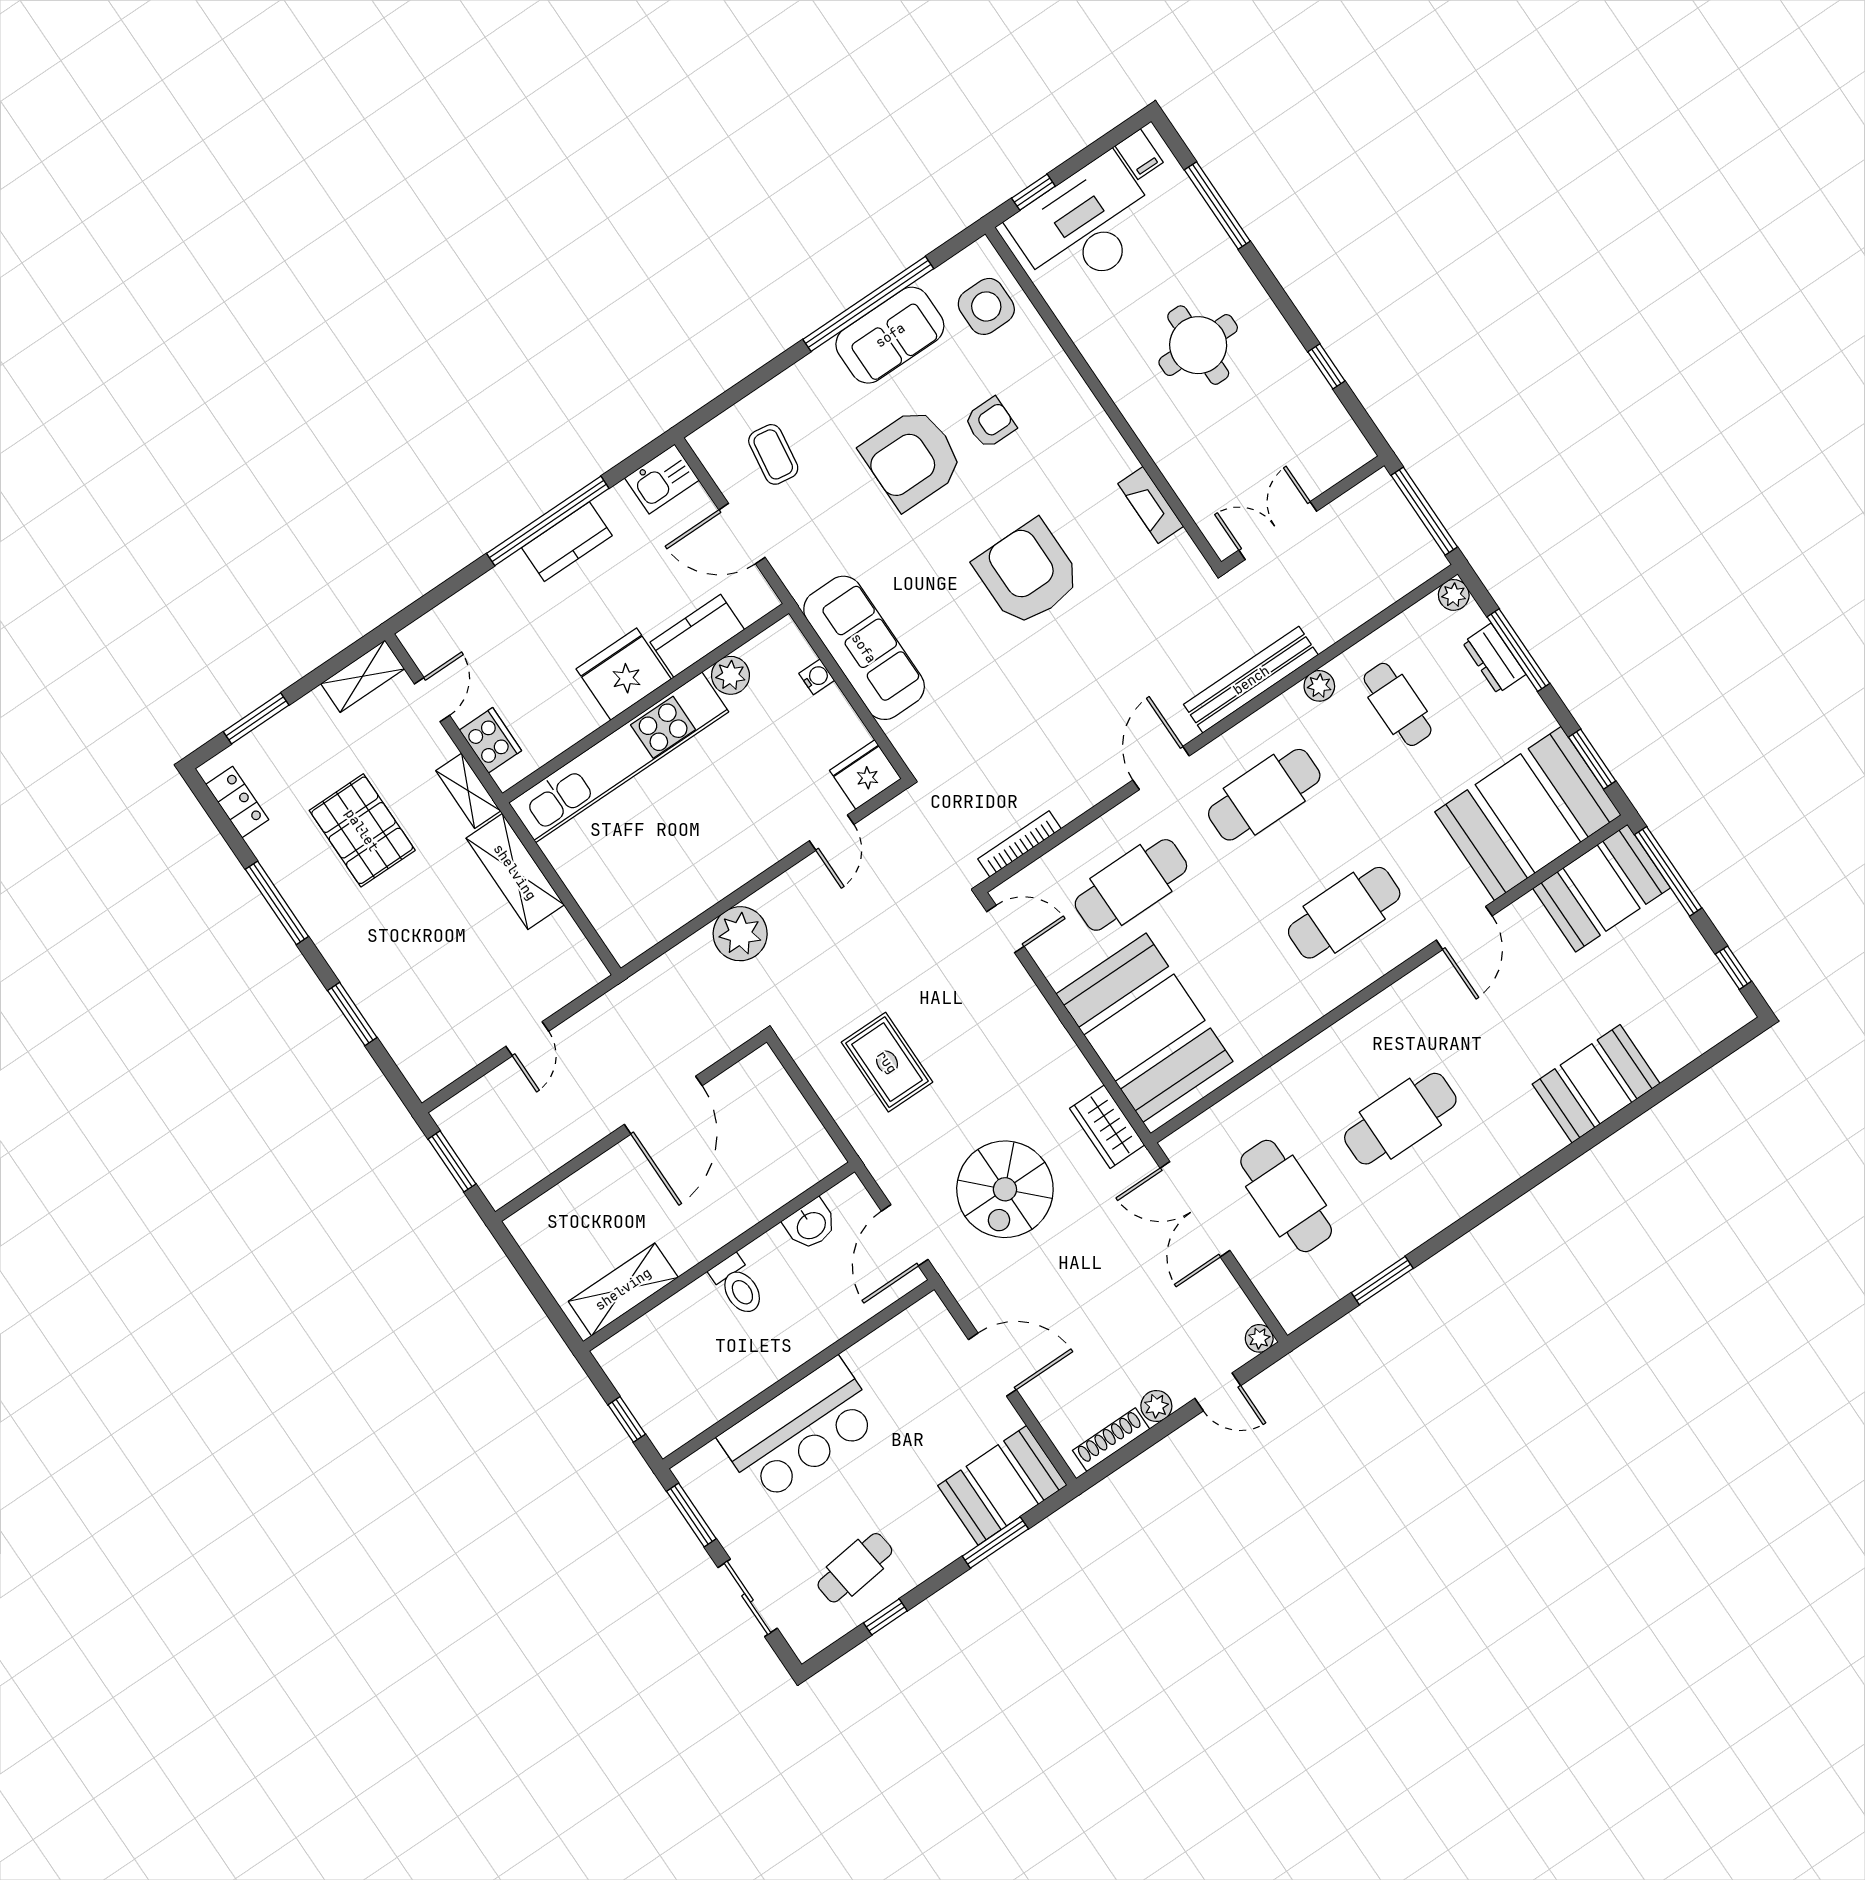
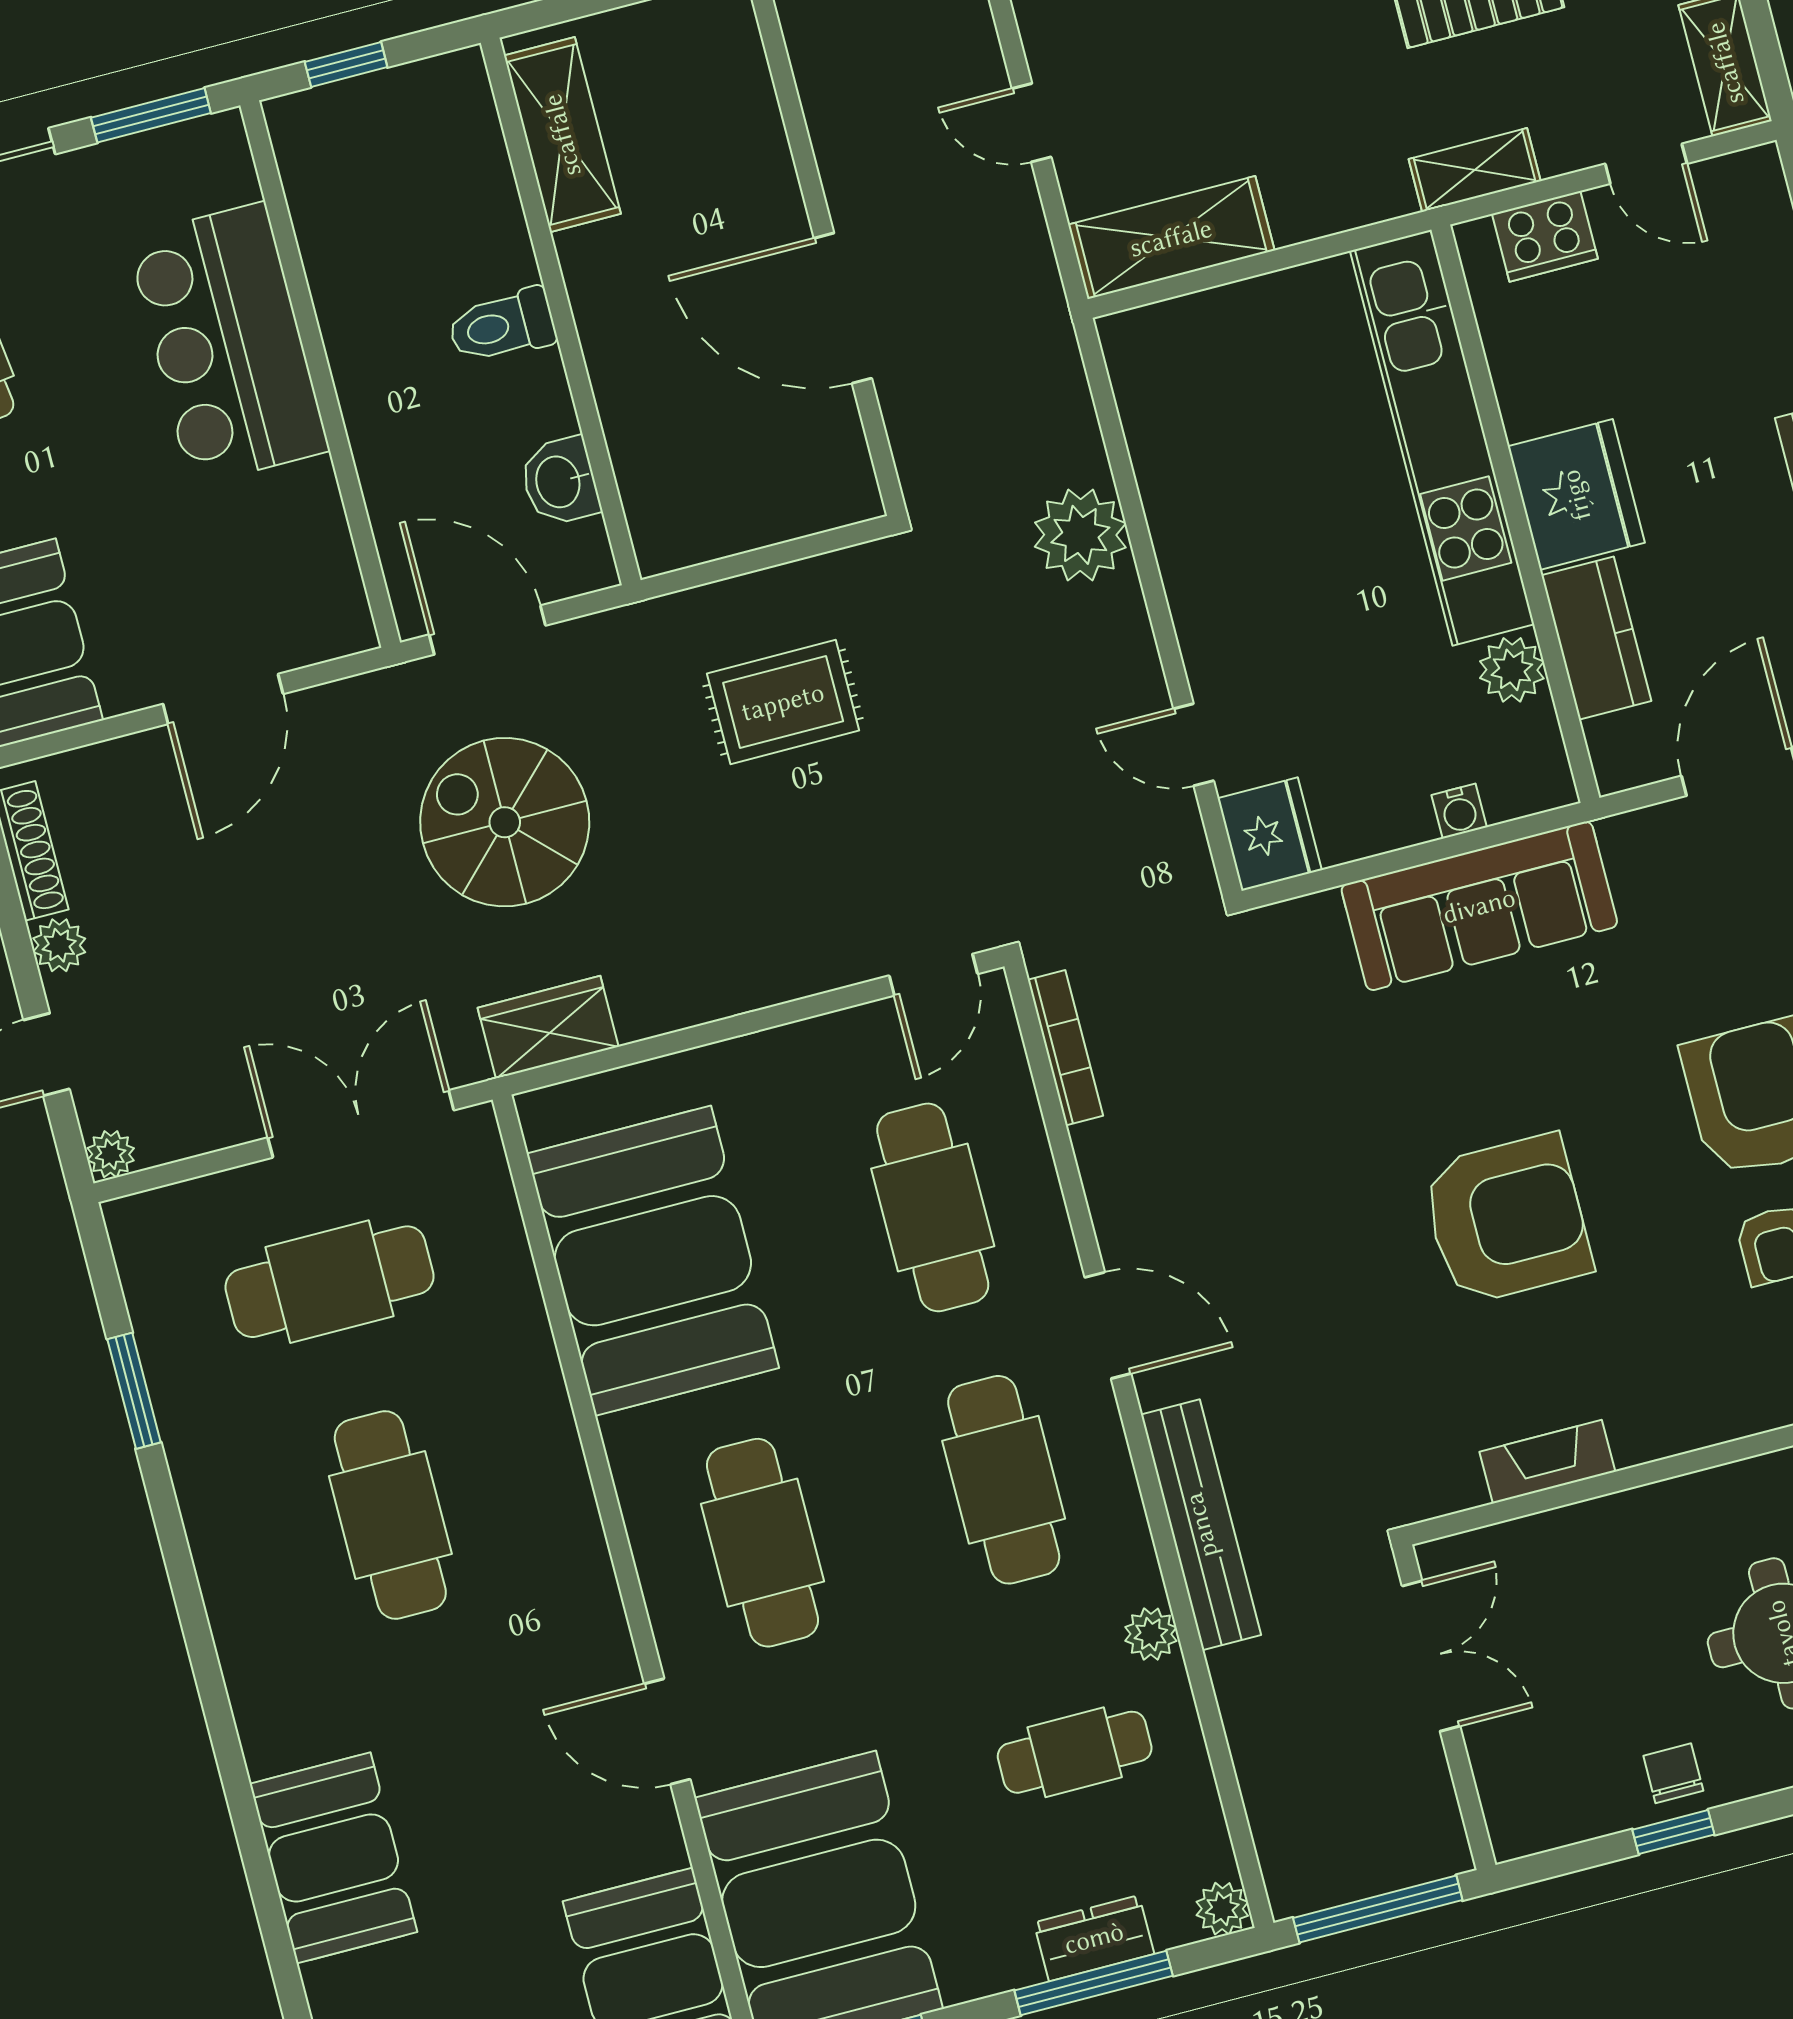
chair: (1295, 378) -> (1673, 1773), added
shelving: (515, 872) -> (1171, 238), moved
booth: (1144, 1028) -> (653, 1261), moved, turned 90

